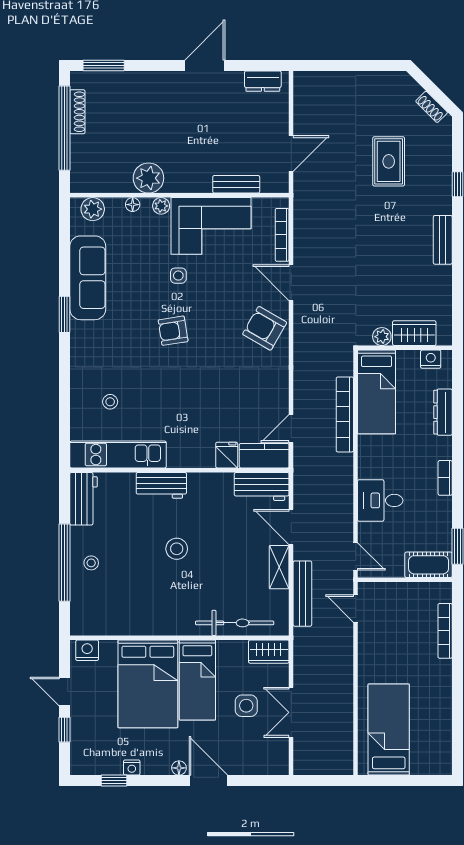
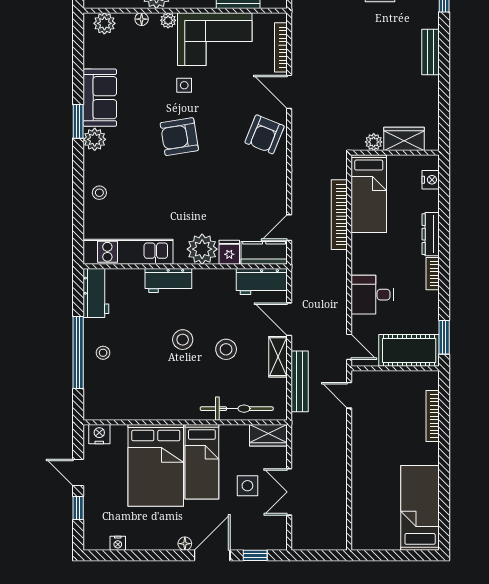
sofa: (88, 278) -> (100, 98), width x0.73
armchair: (265, 328) -> (265, 134), turned -98
armchair: (173, 331) -> (179, 137), width x1.38, depth x1.38
plant: (82, 334) -> (95, 139), added
nightstand: (431, 359) -> (431, 180), moved, turned 90
stool: (110, 402) -> (99, 193), moved
dresser: (443, 412) -> (431, 234), moved
plant: (198, 452) -> (202, 249), added
stool: (223, 559) -> (226, 349), added
cot: (429, 565) -> (409, 350), width x1.37, depth x1.34
bed: (389, 730) -> (420, 508), moved
nightstand: (132, 767) -> (118, 543), moved
window: (114, 781) -> (255, 555), moved
door: (208, 781) -> (212, 555), hinge flipped

